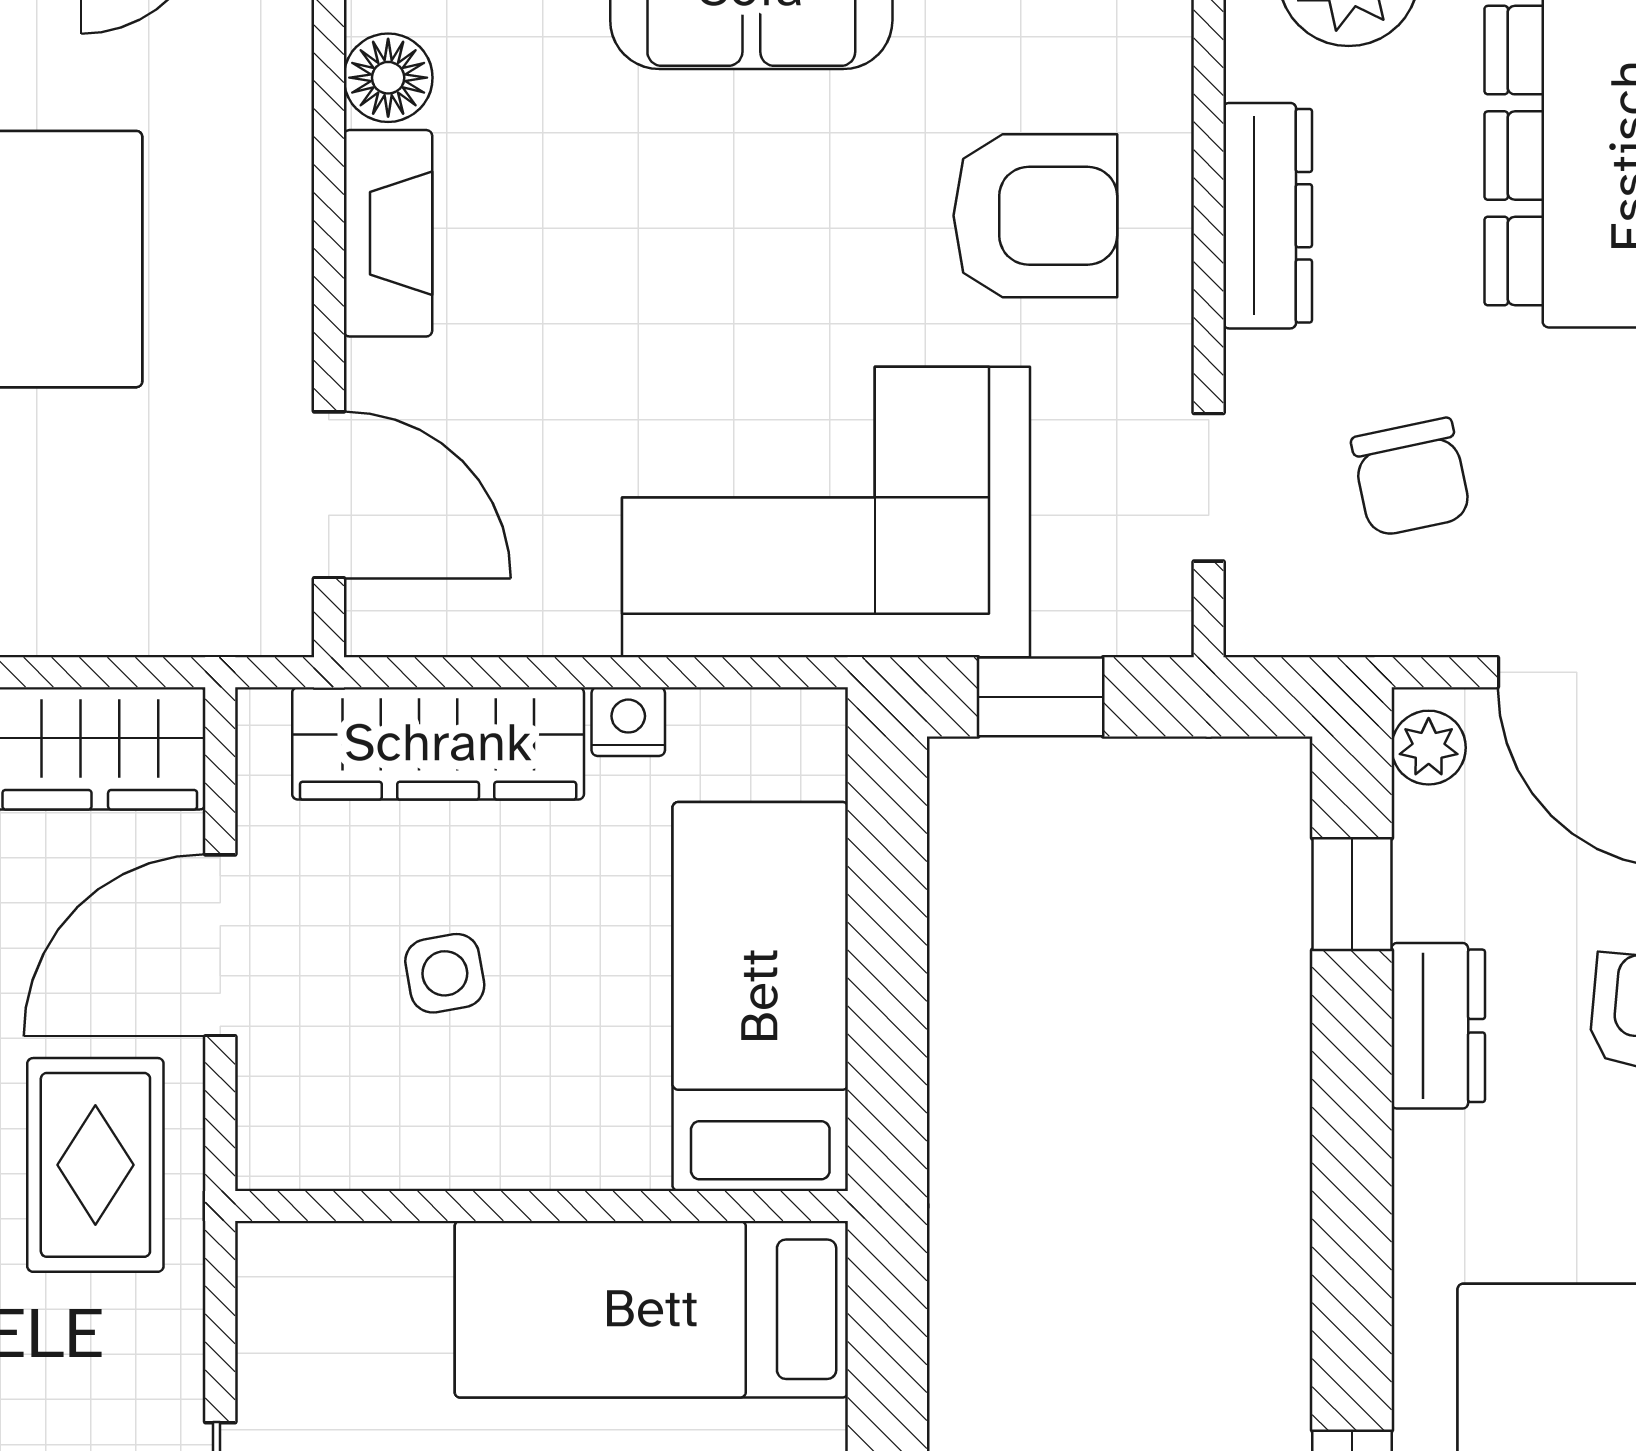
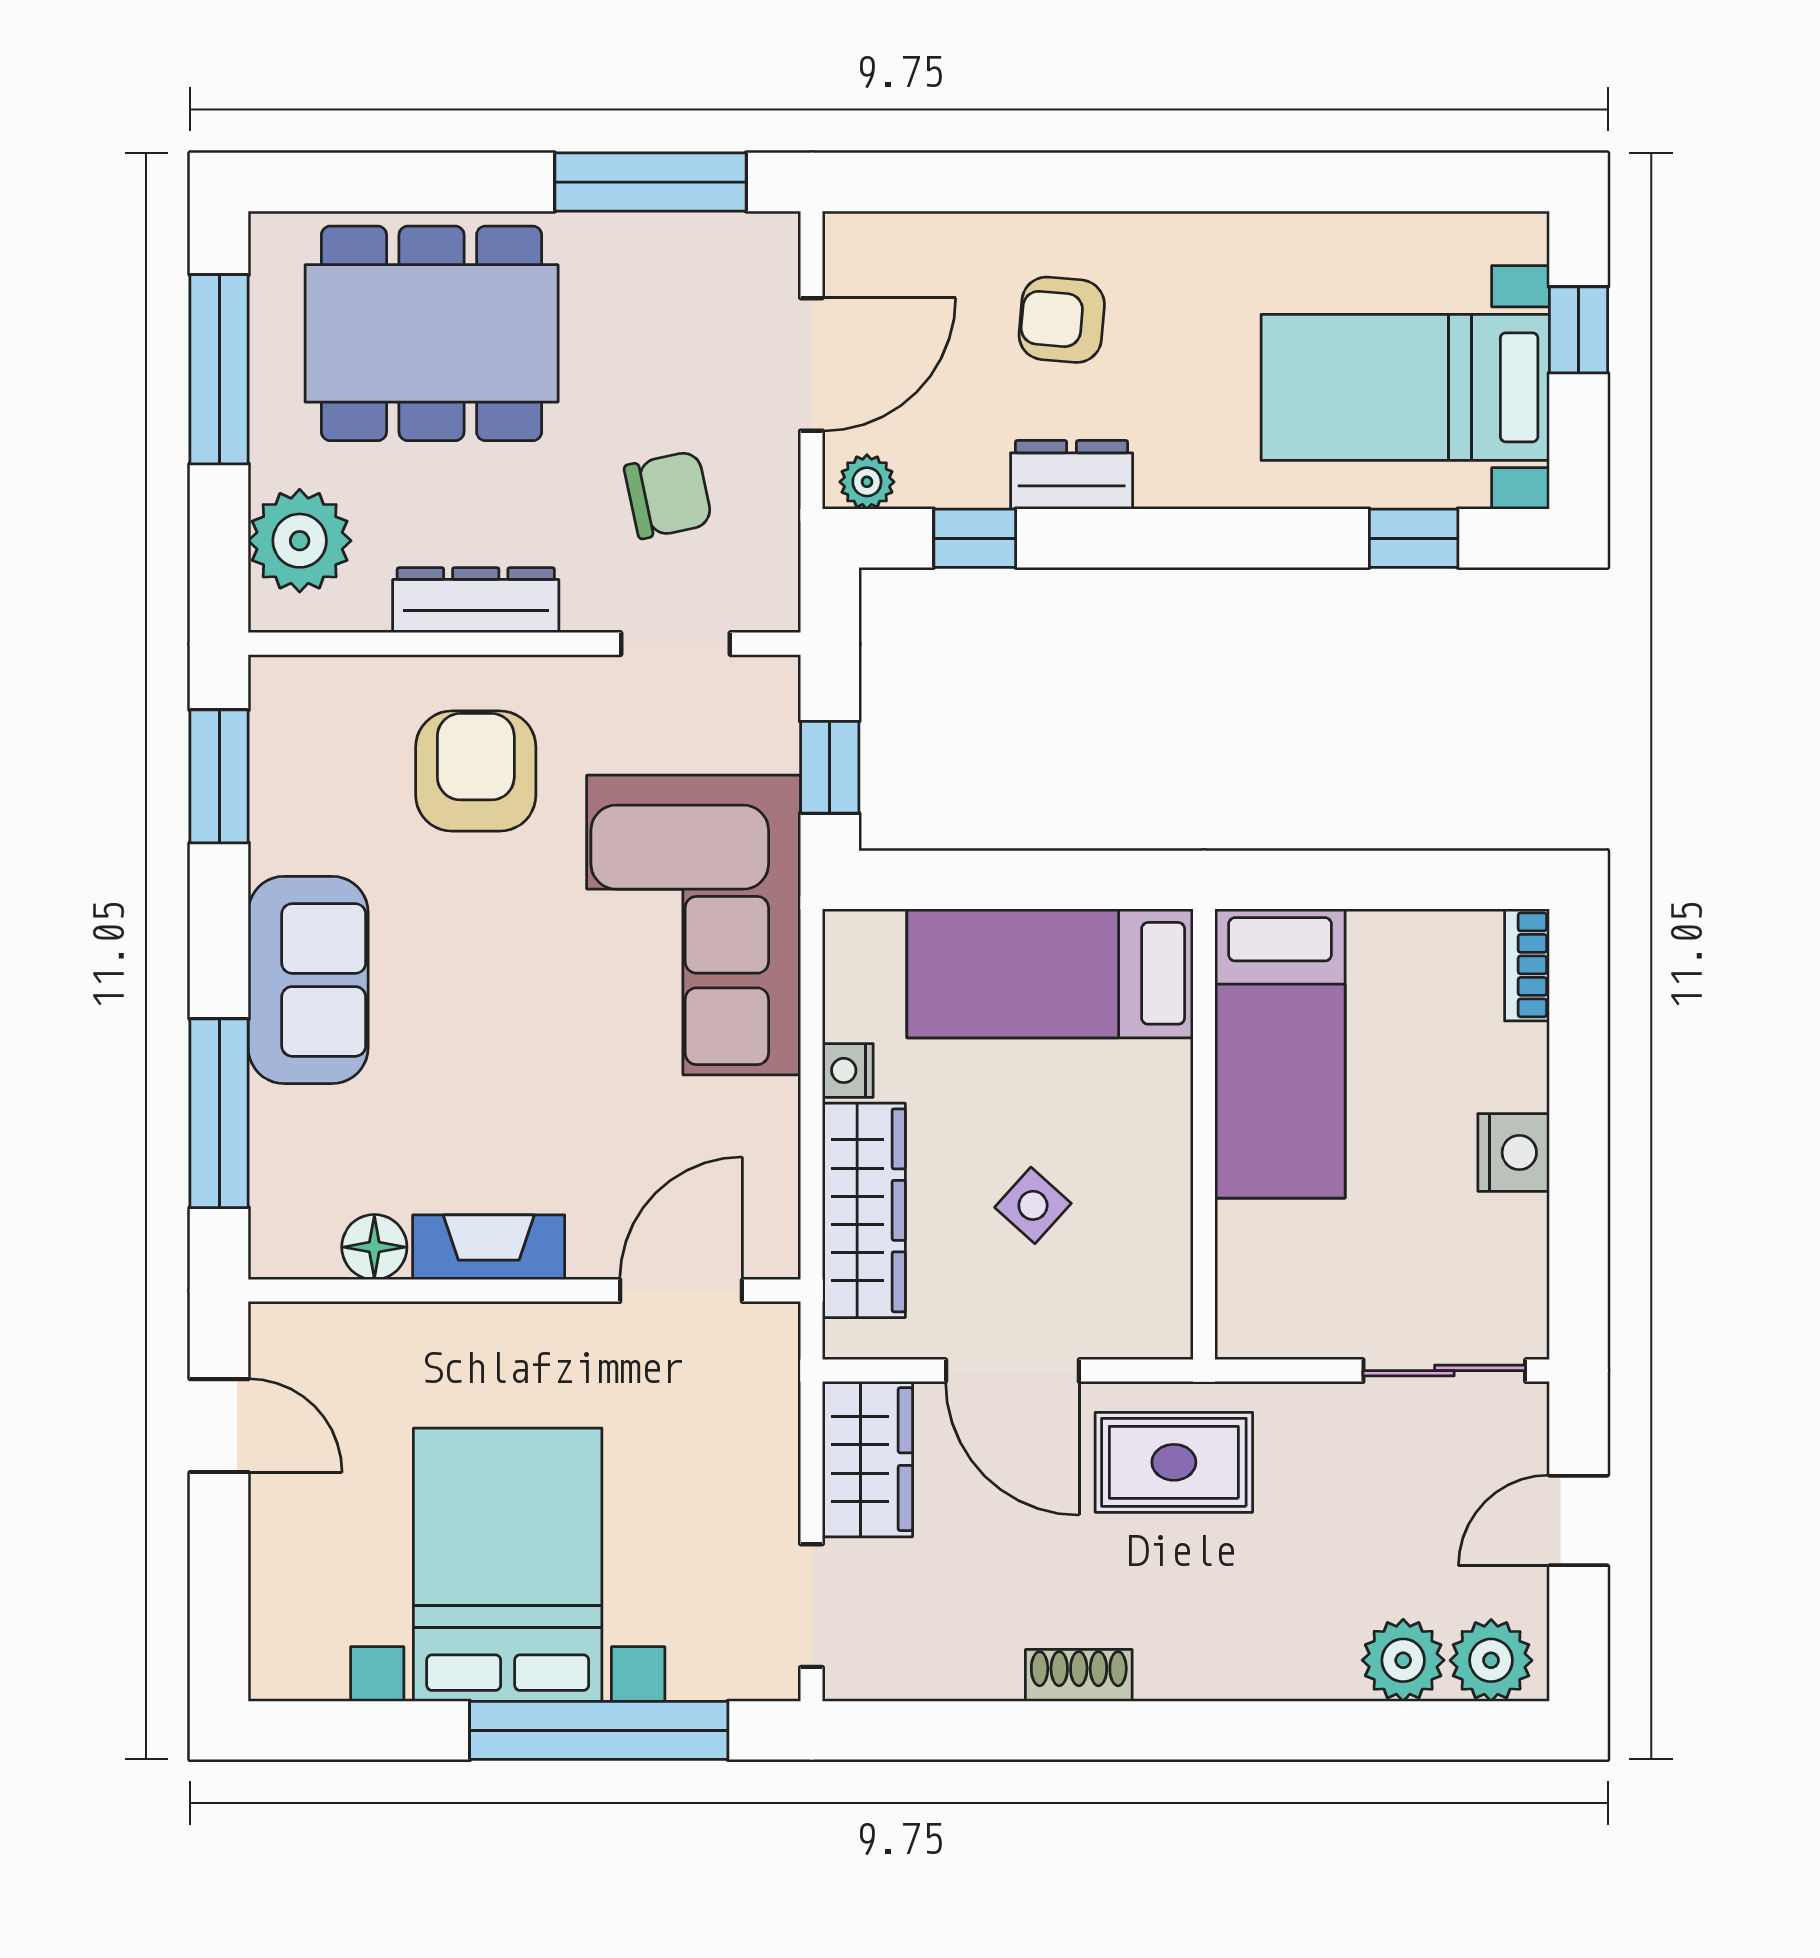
side table: (445, 973) -> (1033, 1205), turned -38

